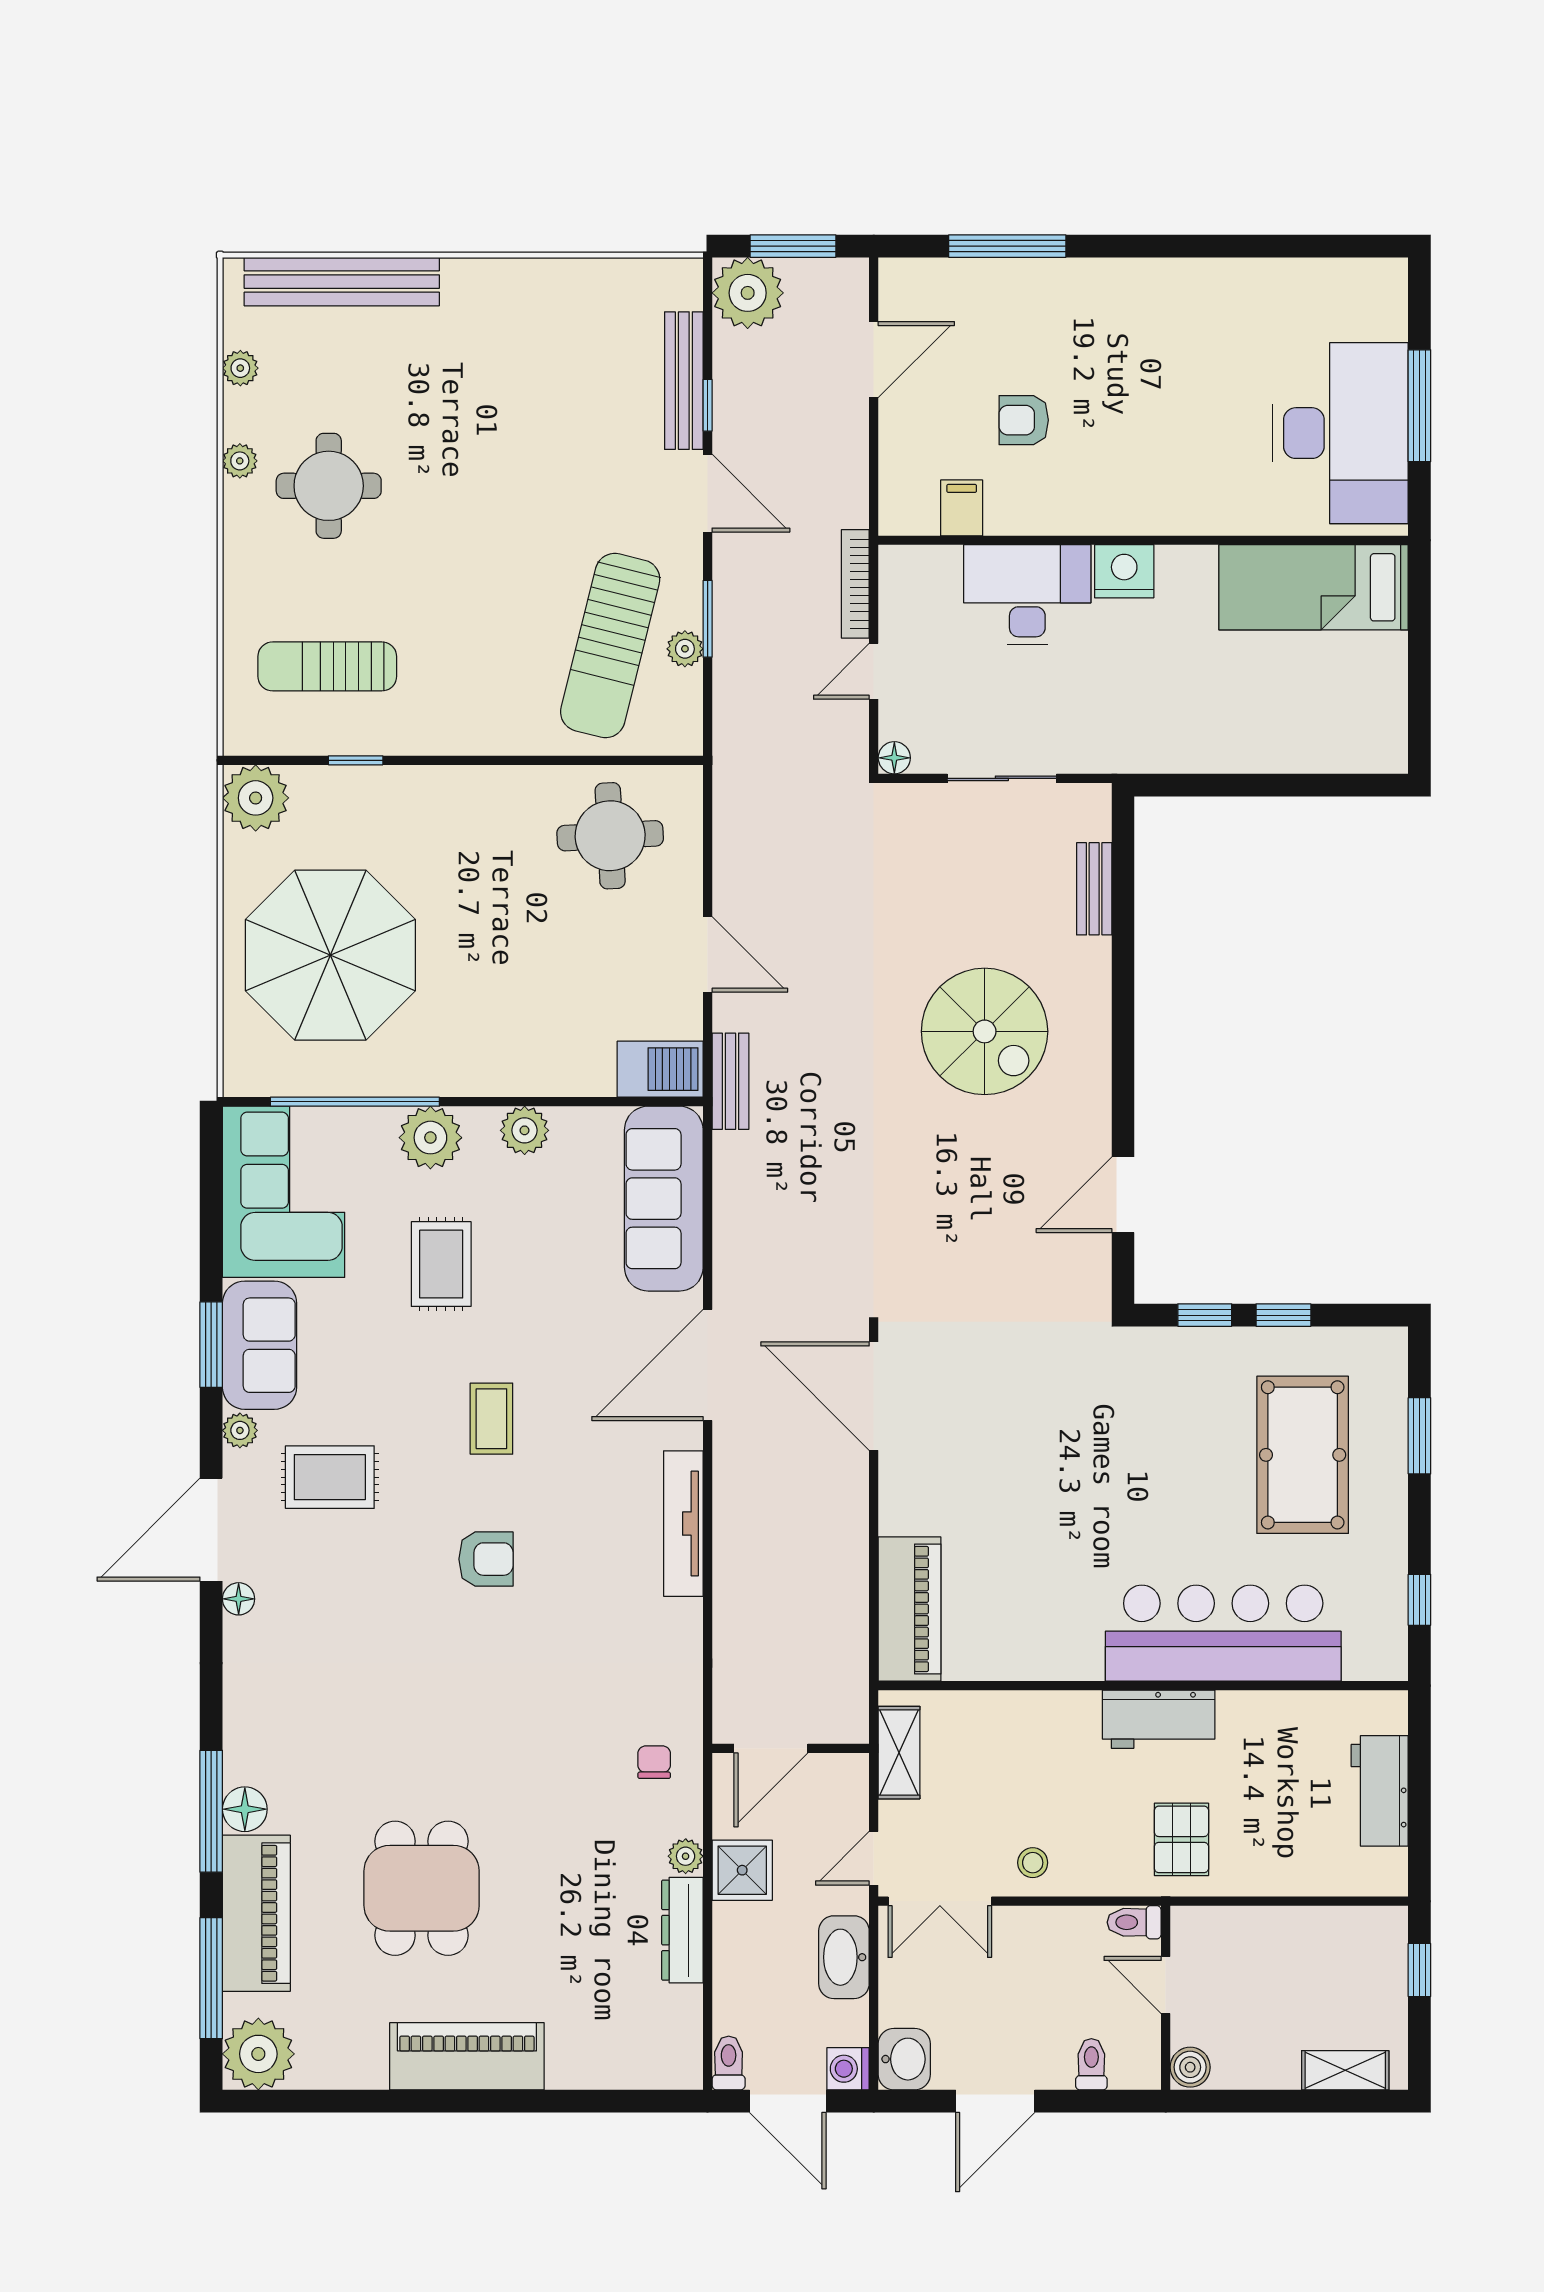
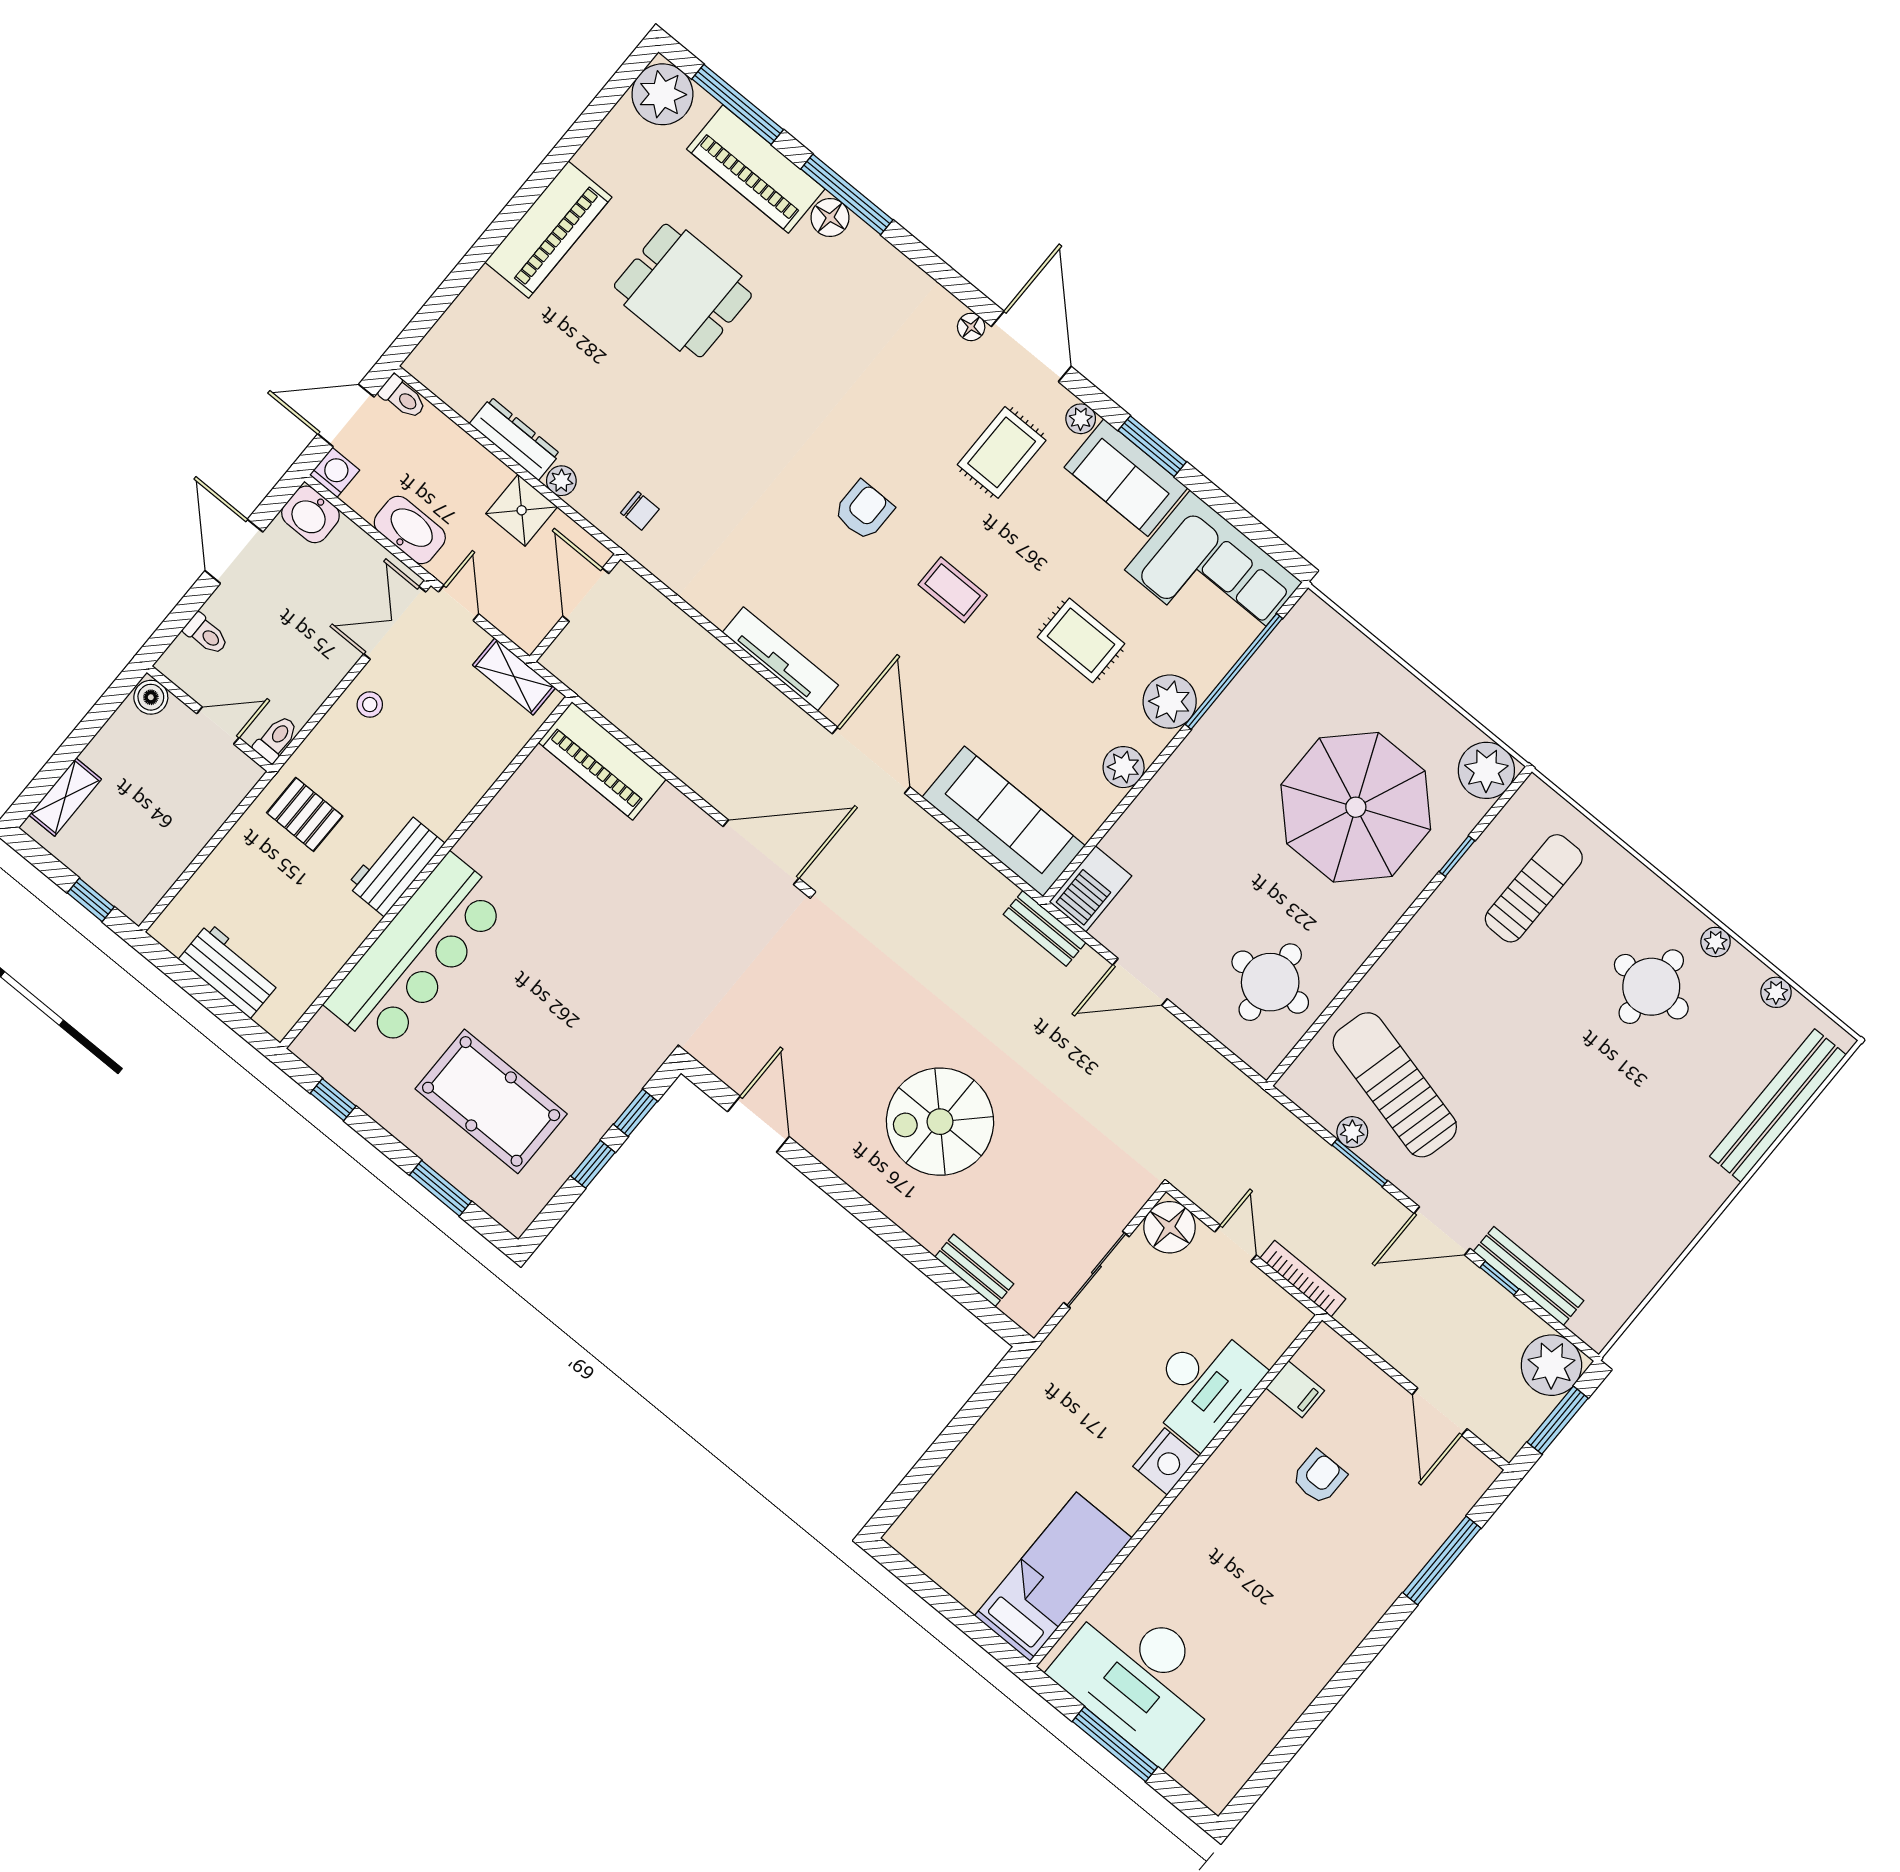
floor lamp: (894, 758) -> (1170, 1227), width x1.89, depth x1.89
parasol: (330, 955) -> (1356, 807), moved
armchair: (486, 1559) -> (864, 510), turned 180

